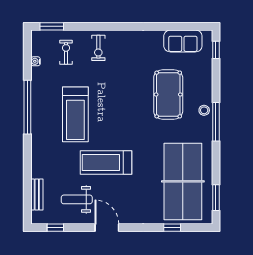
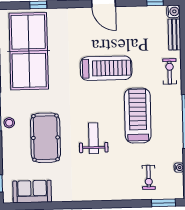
exercise bike: (98, 48) -> (170, 71), moved
weight bench: (77, 199) -> (93, 138), moved, turned -90
water cooler: (37, 218) -> (173, 11), added

